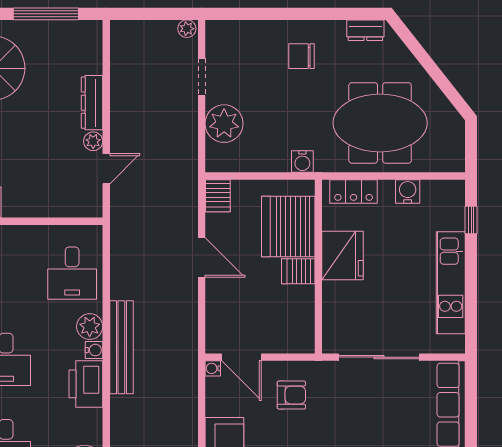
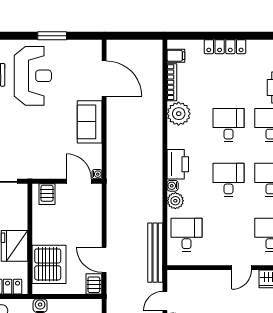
door: (202, 257) -> (104, 260), moved
server rack: (298, 271) -> (47, 194), moved, turned 90
bench: (121, 347) -> (155, 253), moved
armchair: (291, 395) -> (47, 157), removed

